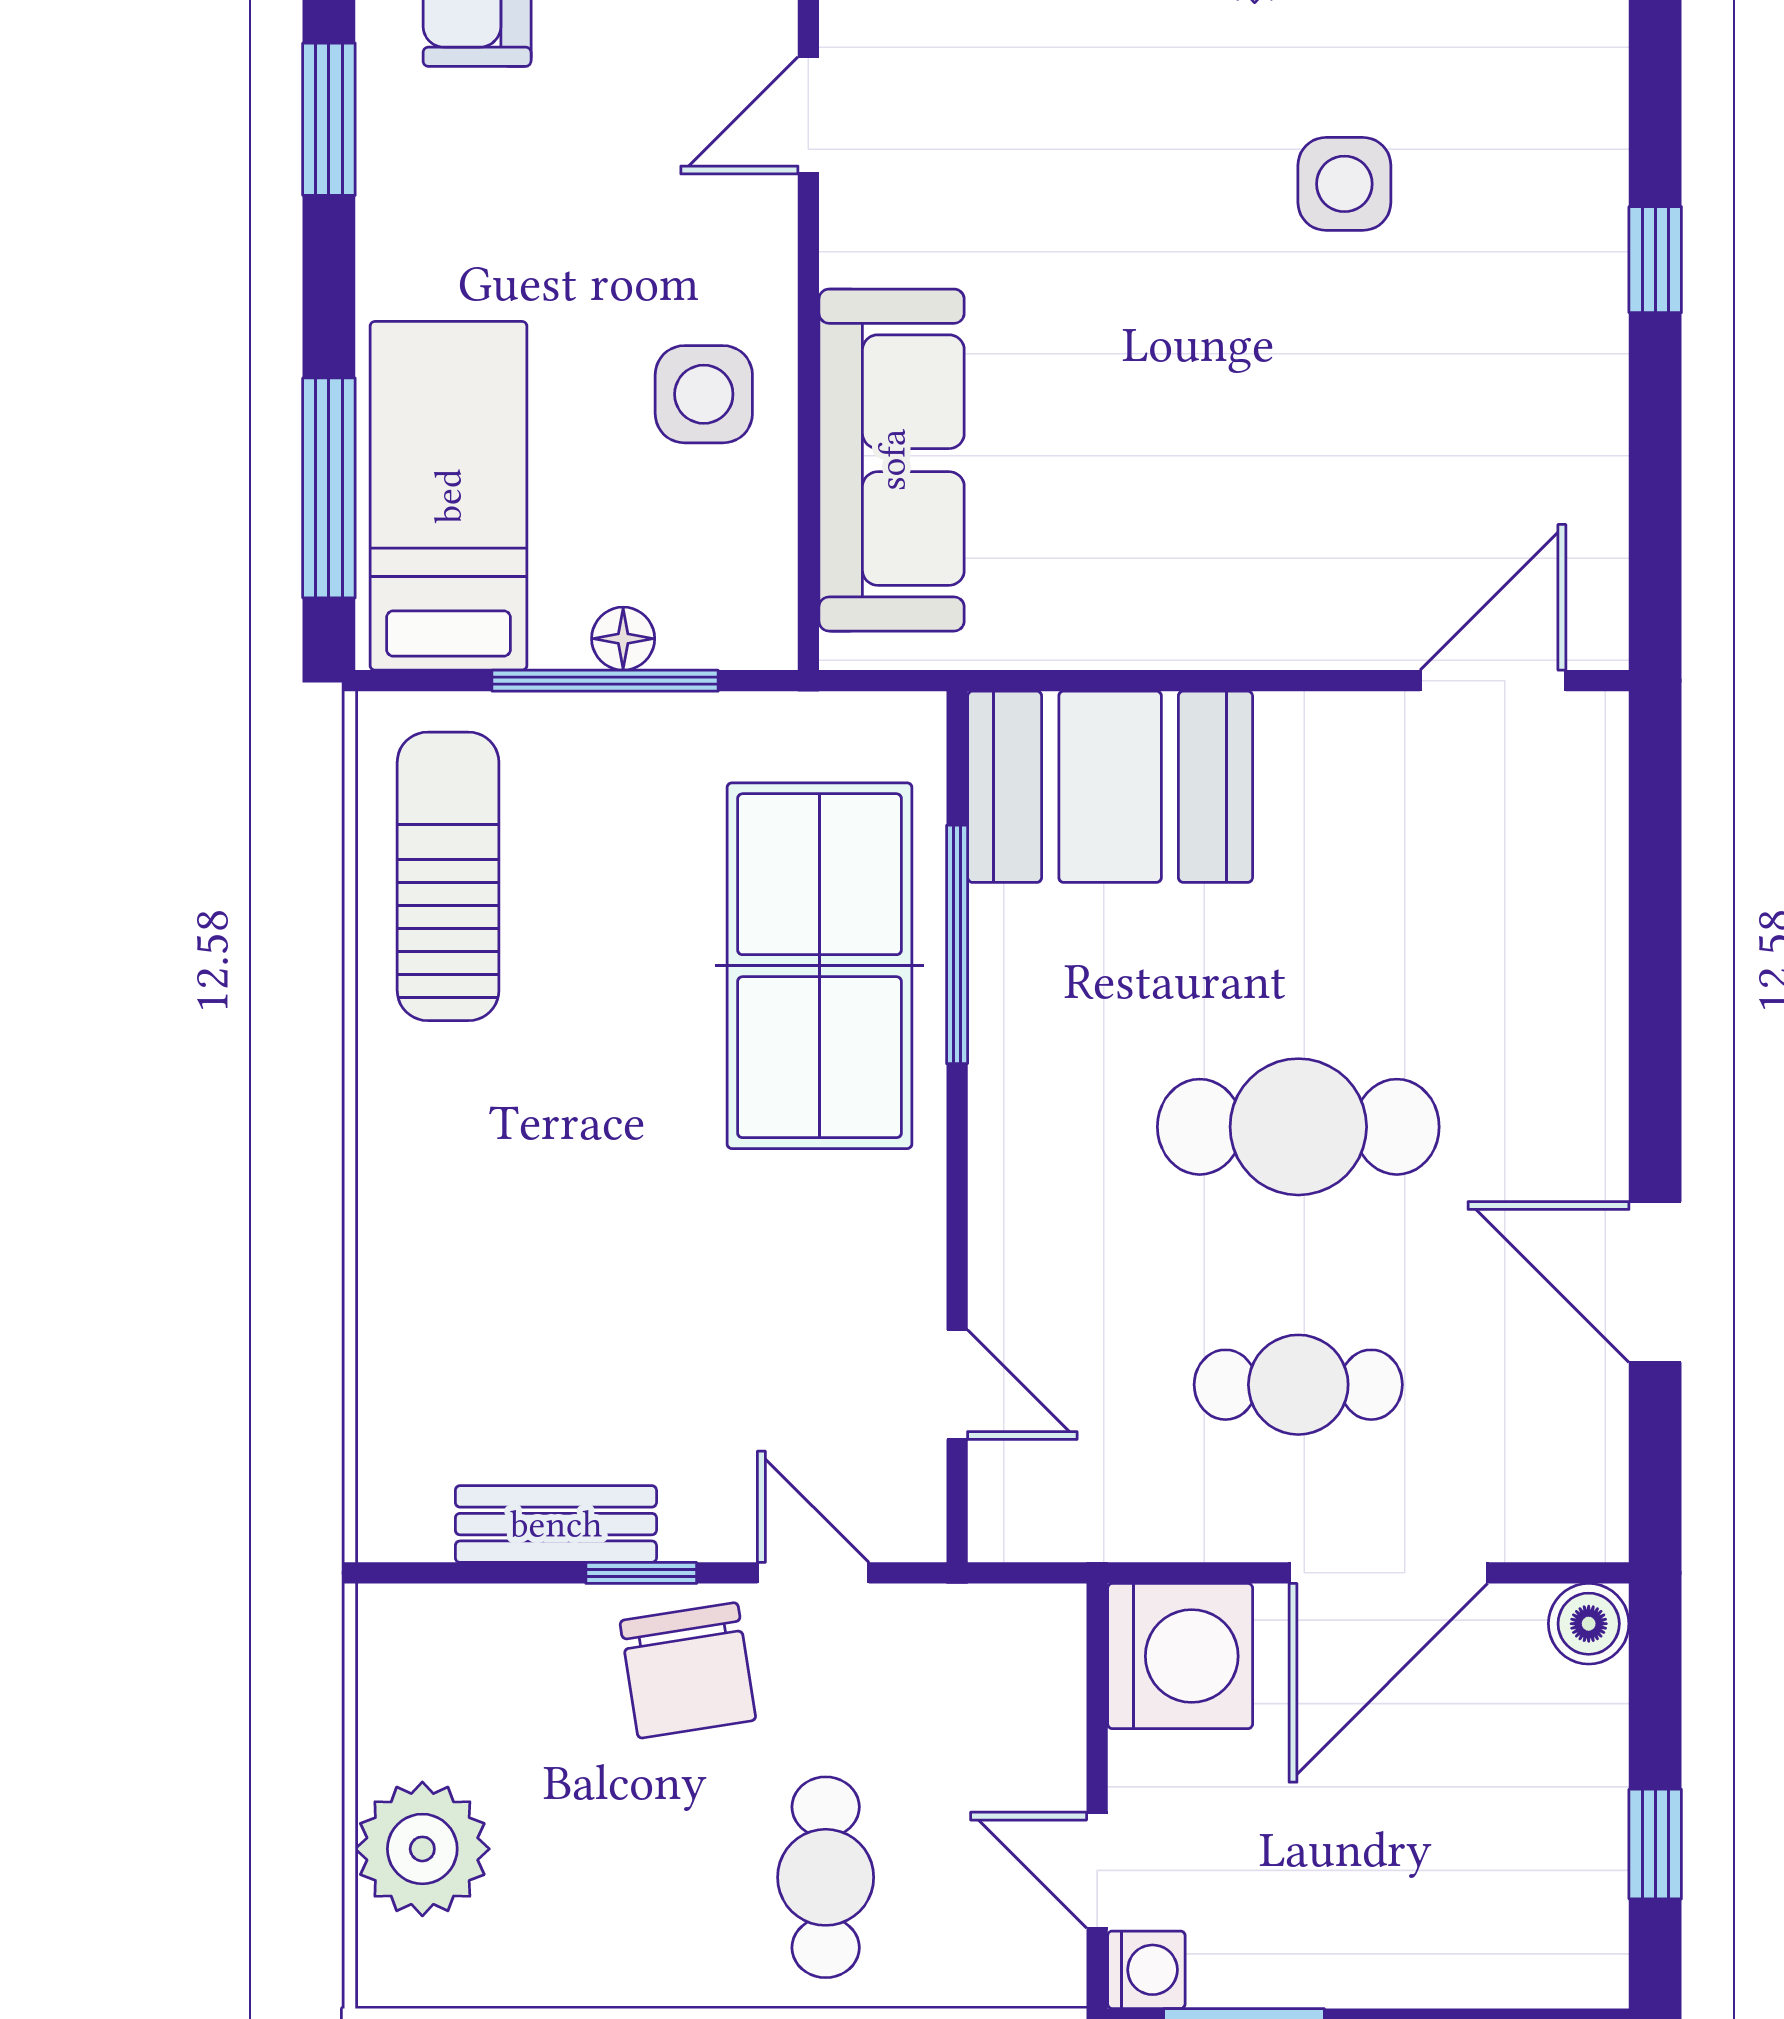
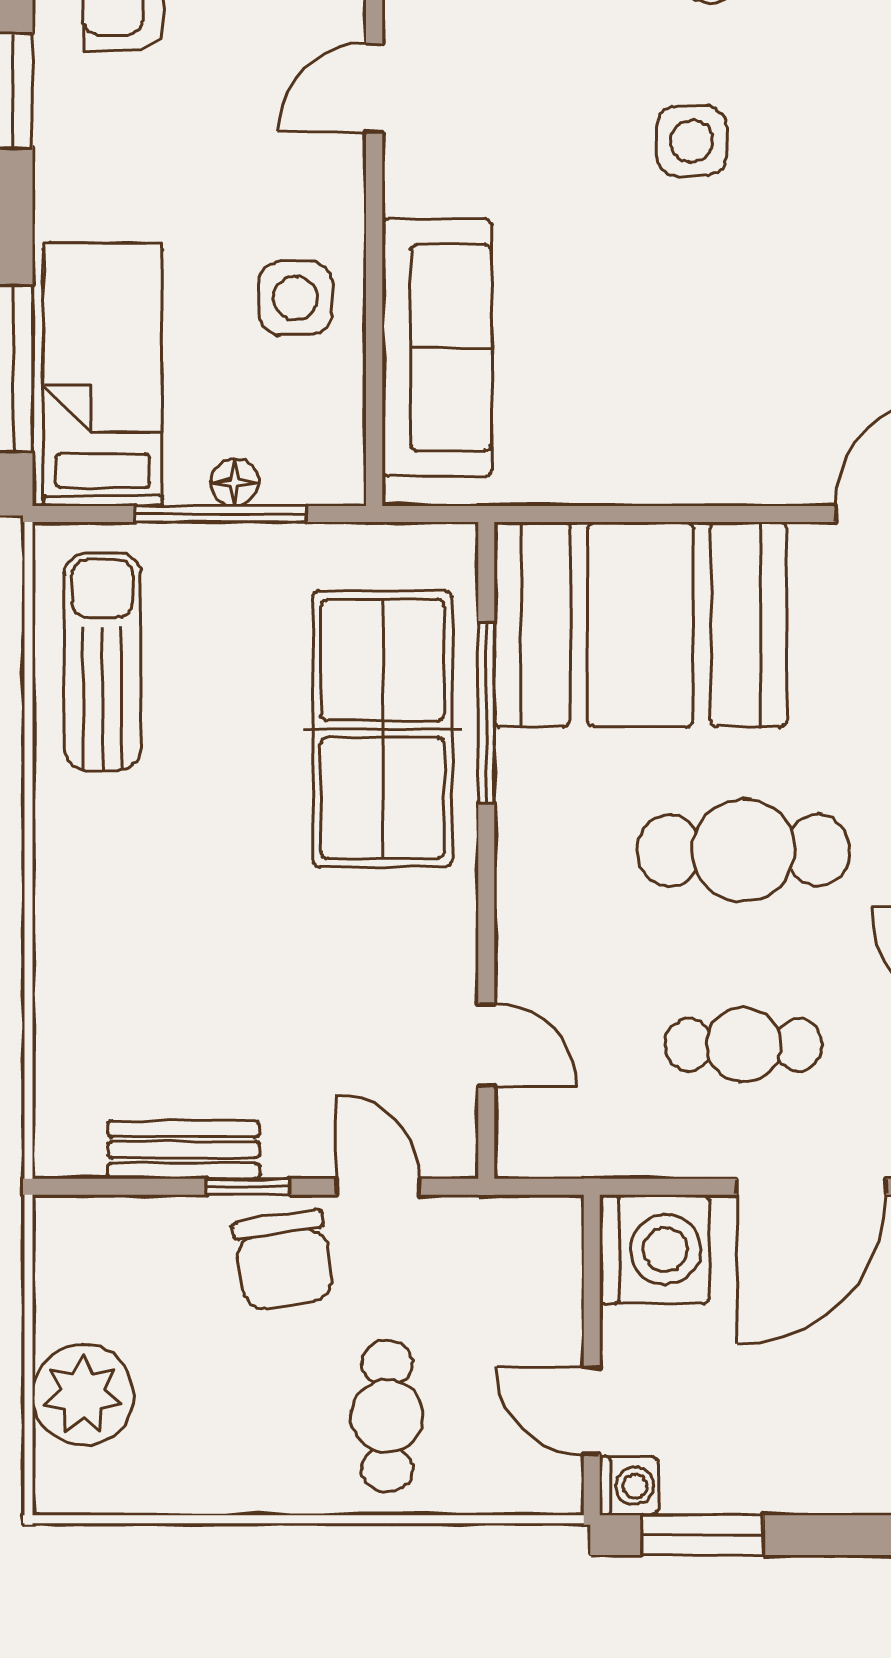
side table: (1344, 184) -> (691, 141), moved
booth: (1110, 787) -> (640, 624), width x1.36, depth x1.42

